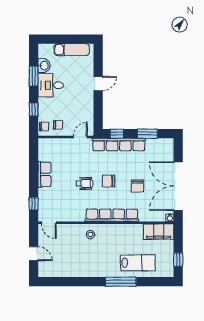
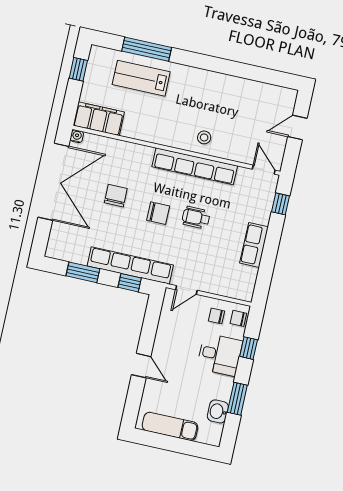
door: (98, 84) -> (141, 366), swing flipped
desk: (51, 85) -> (220, 355), moved
row of seats: (112, 215) -> (195, 166), moved
door: (34, 254) -> (297, 127), hinge flipped
window: (121, 282) -> (147, 49), moved

